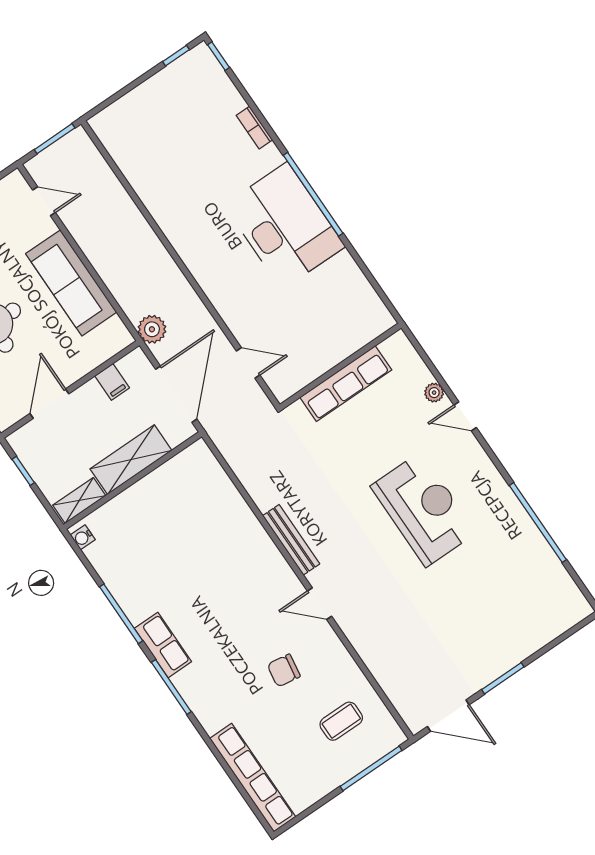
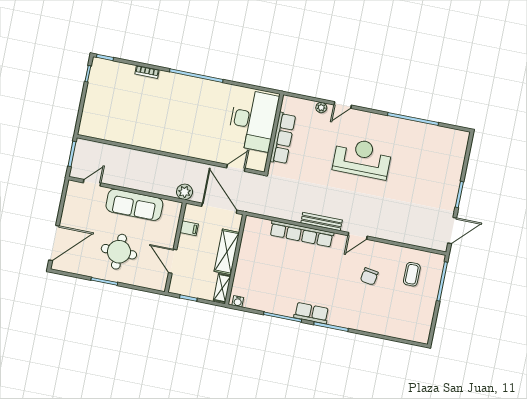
desk: (285, 226) -> (253, 120), moved, turned 90
row of seats: (253, 778) -> (302, 234), moved, turned 180

